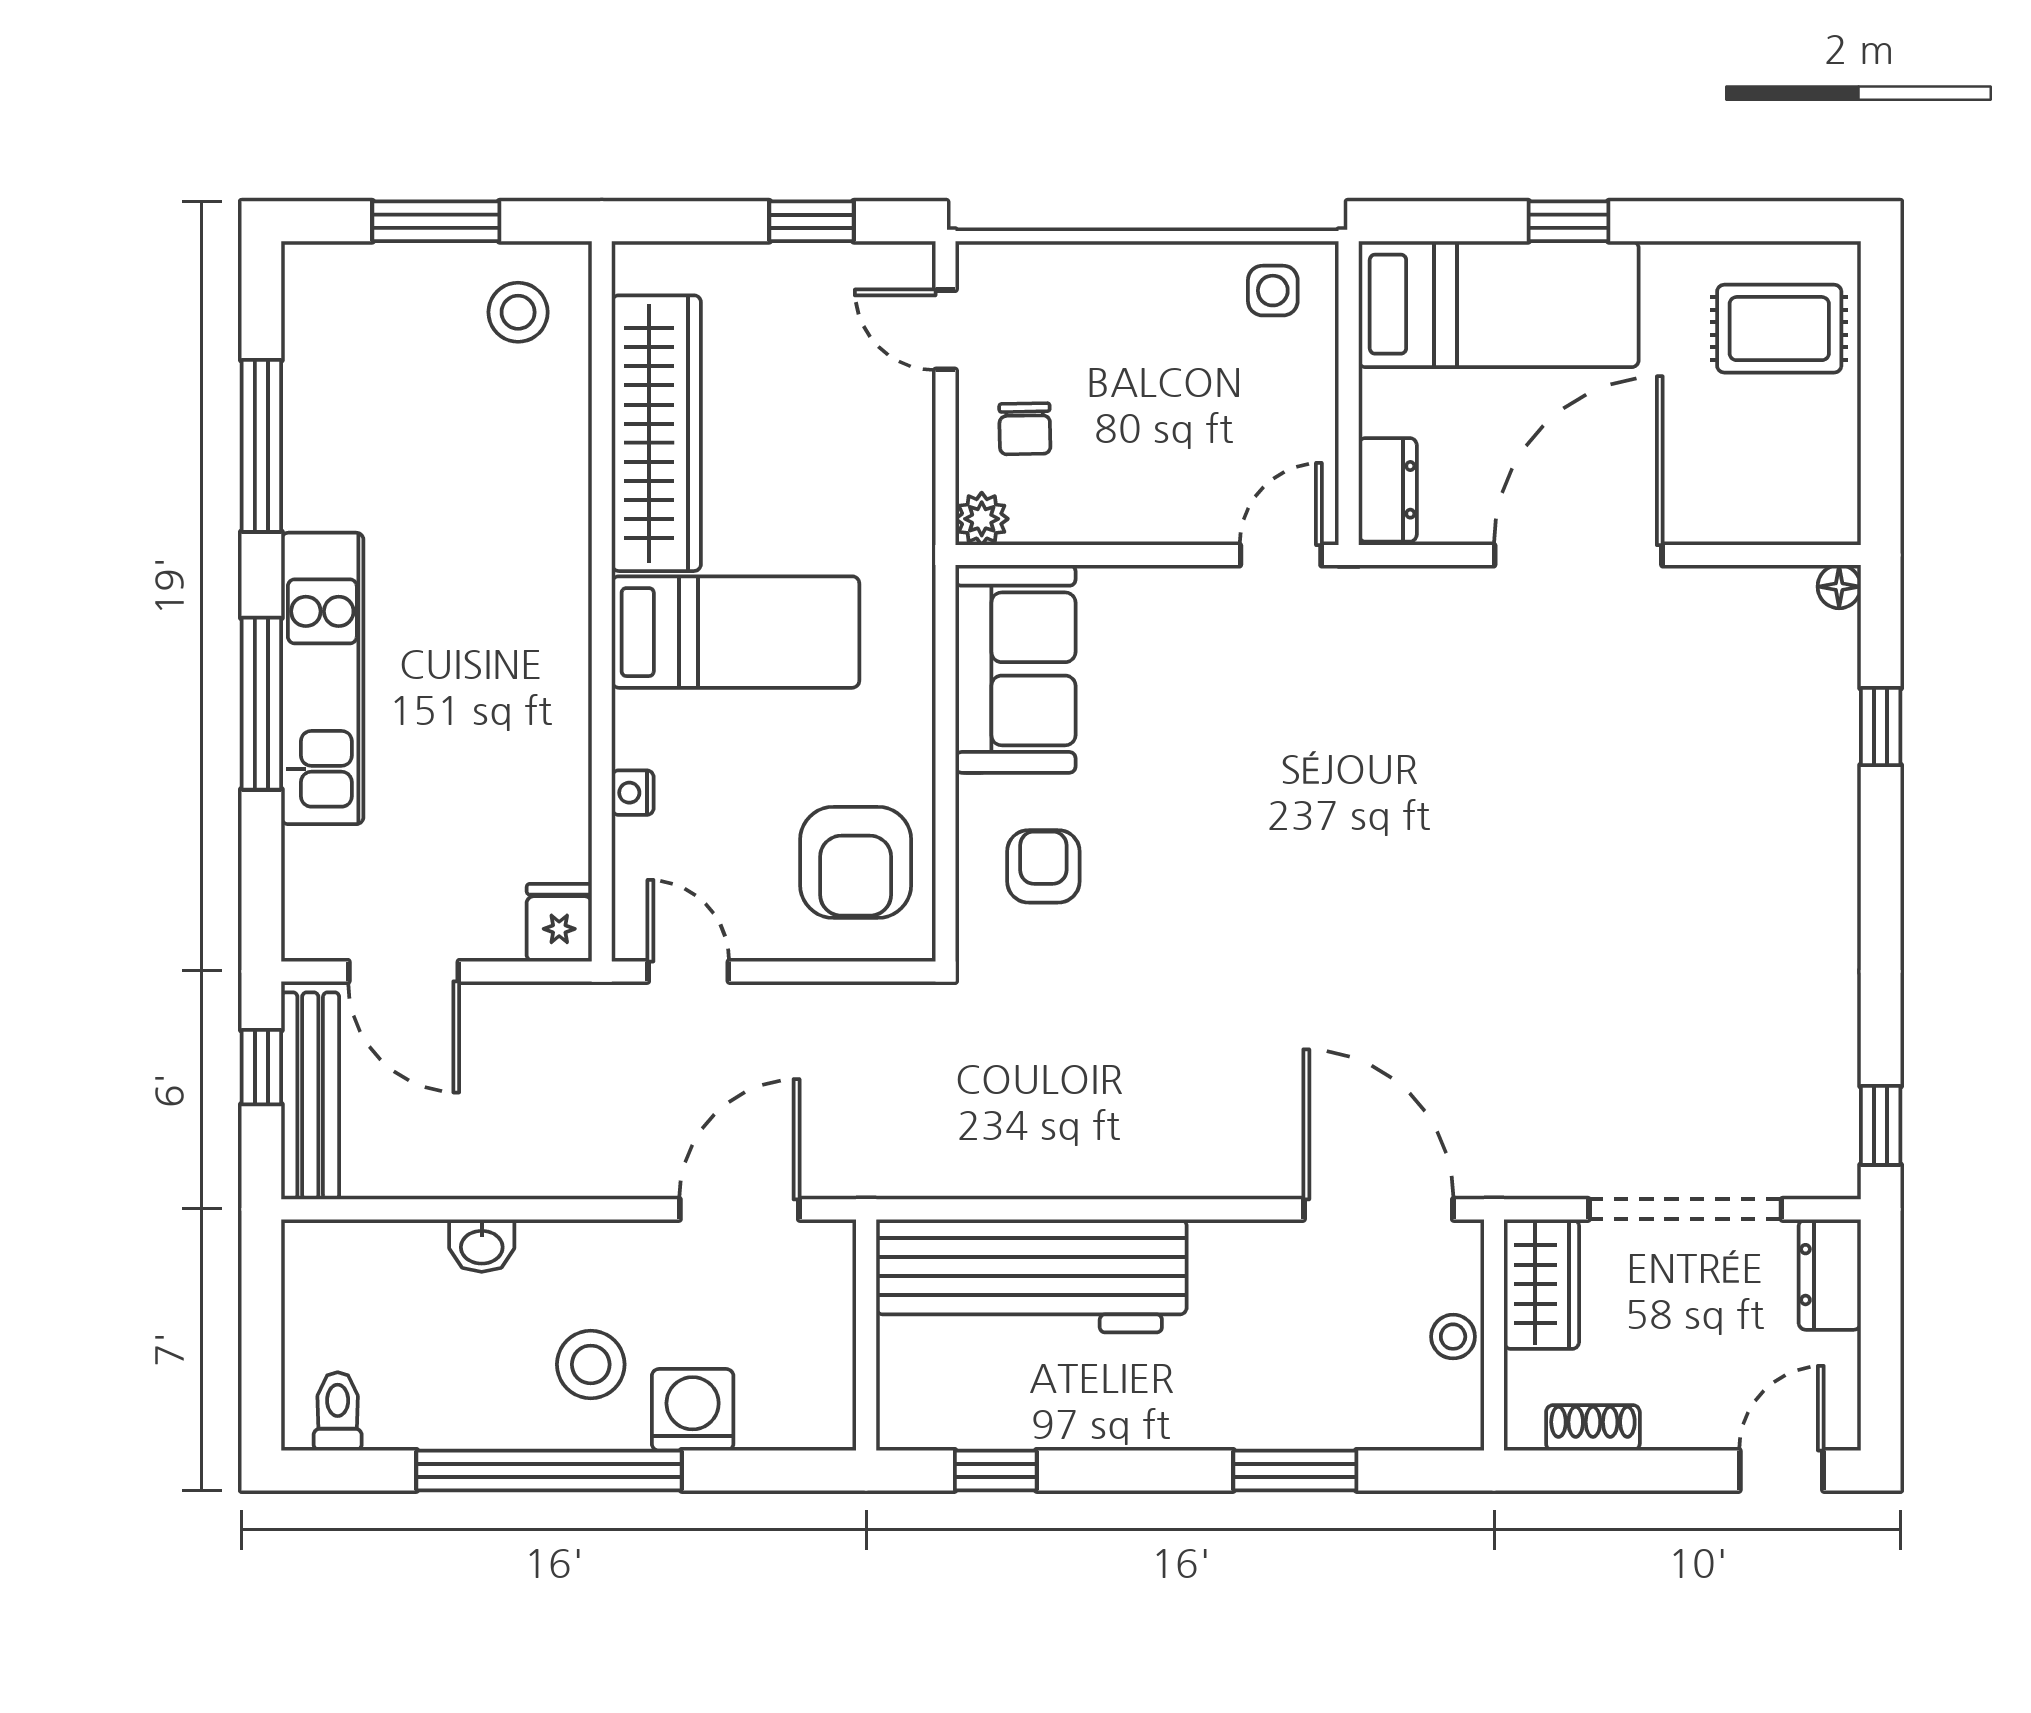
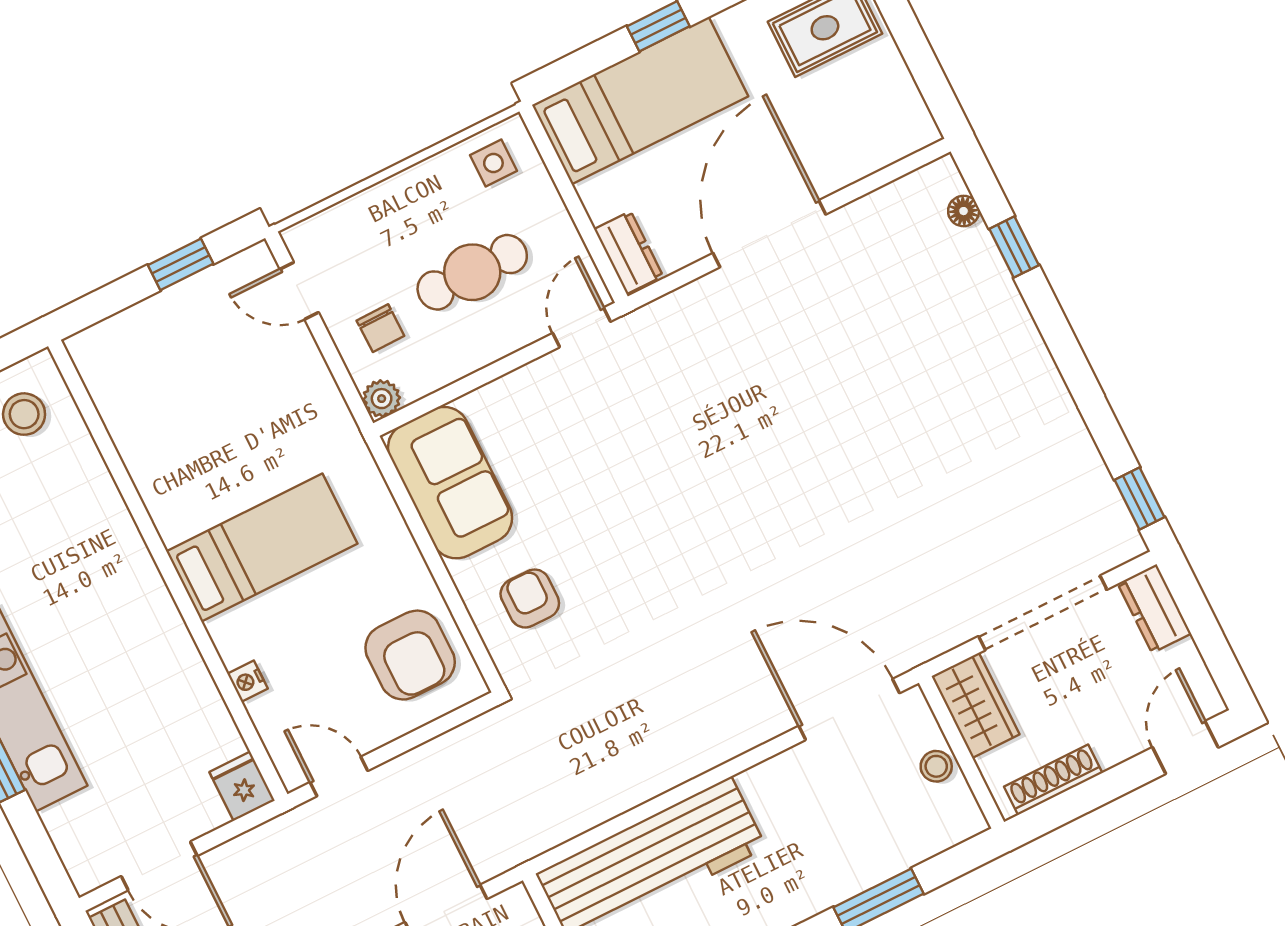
cafe table: (1177, 416) -> (472, 272), added
wardrobe: (656, 433) -> (149, 447), removed
floor lamp: (1839, 587) -> (964, 211), moved
shoe rack: (1593, 1428) -> (1053, 780), width x1.43

